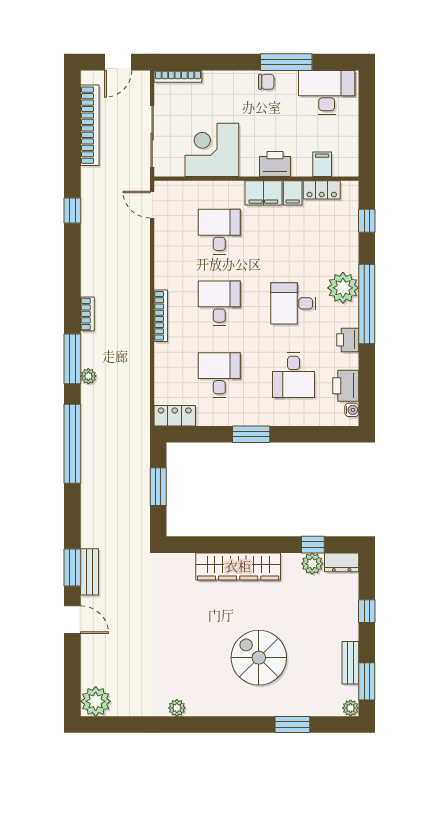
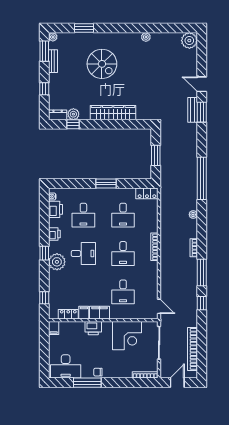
filing cabinet: (322, 164) -> (54, 328), moved
window: (367, 304) -> (44, 253), width x0.32
window: (72, 359) -> (202, 272), moved
desk: (293, 375) -> (83, 215), turned 180

